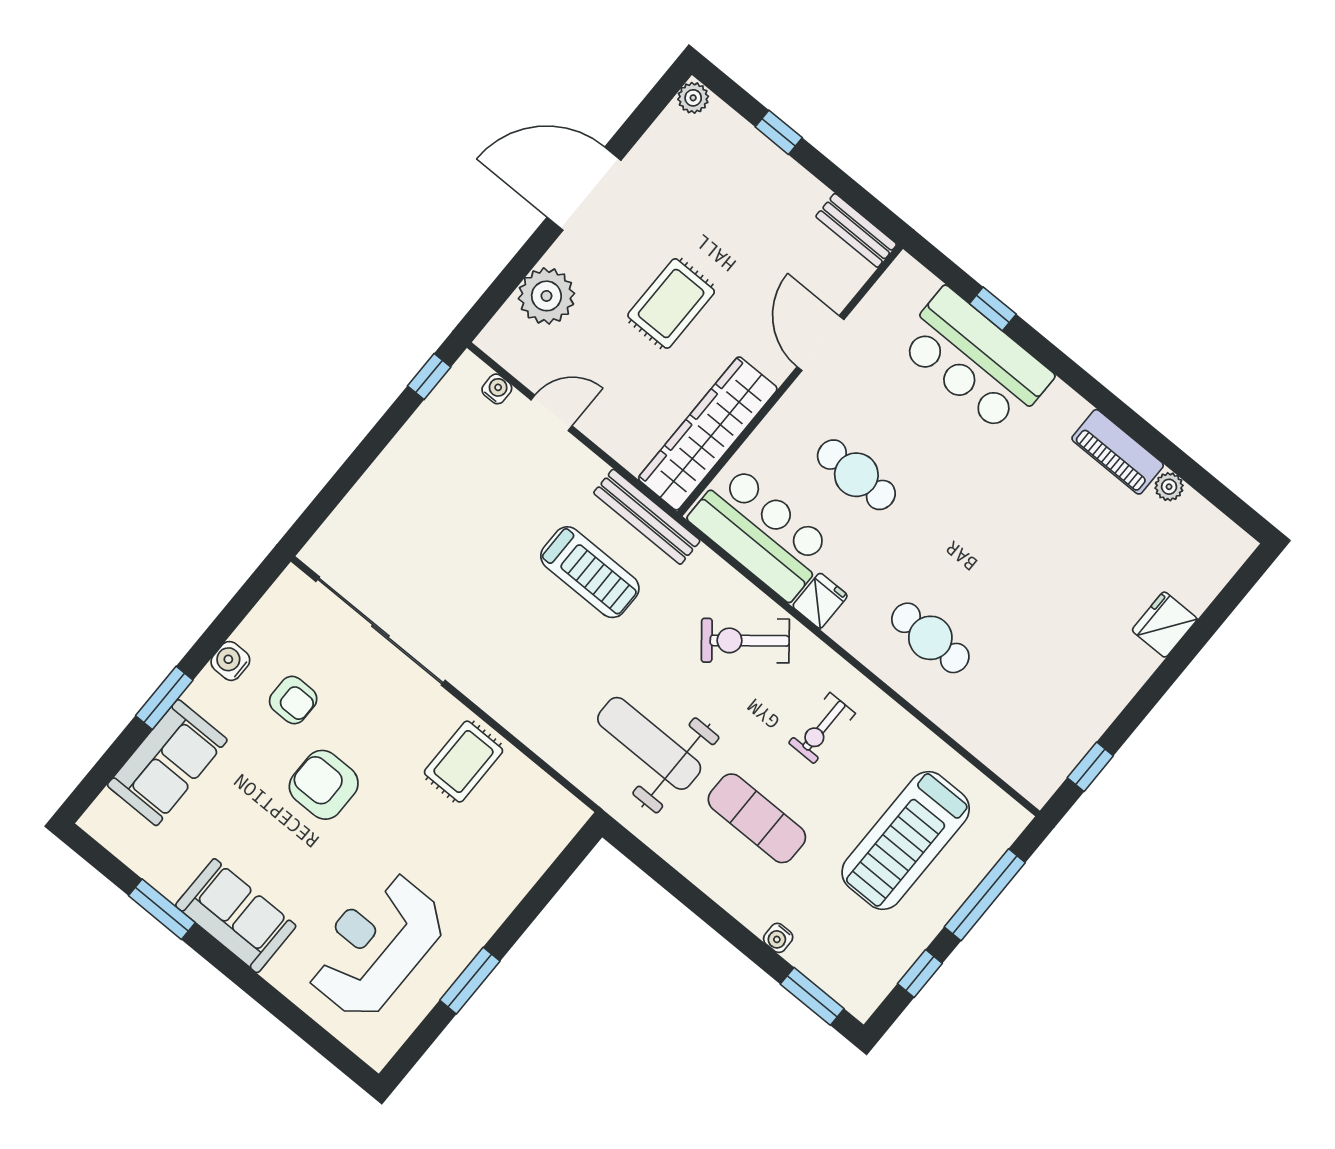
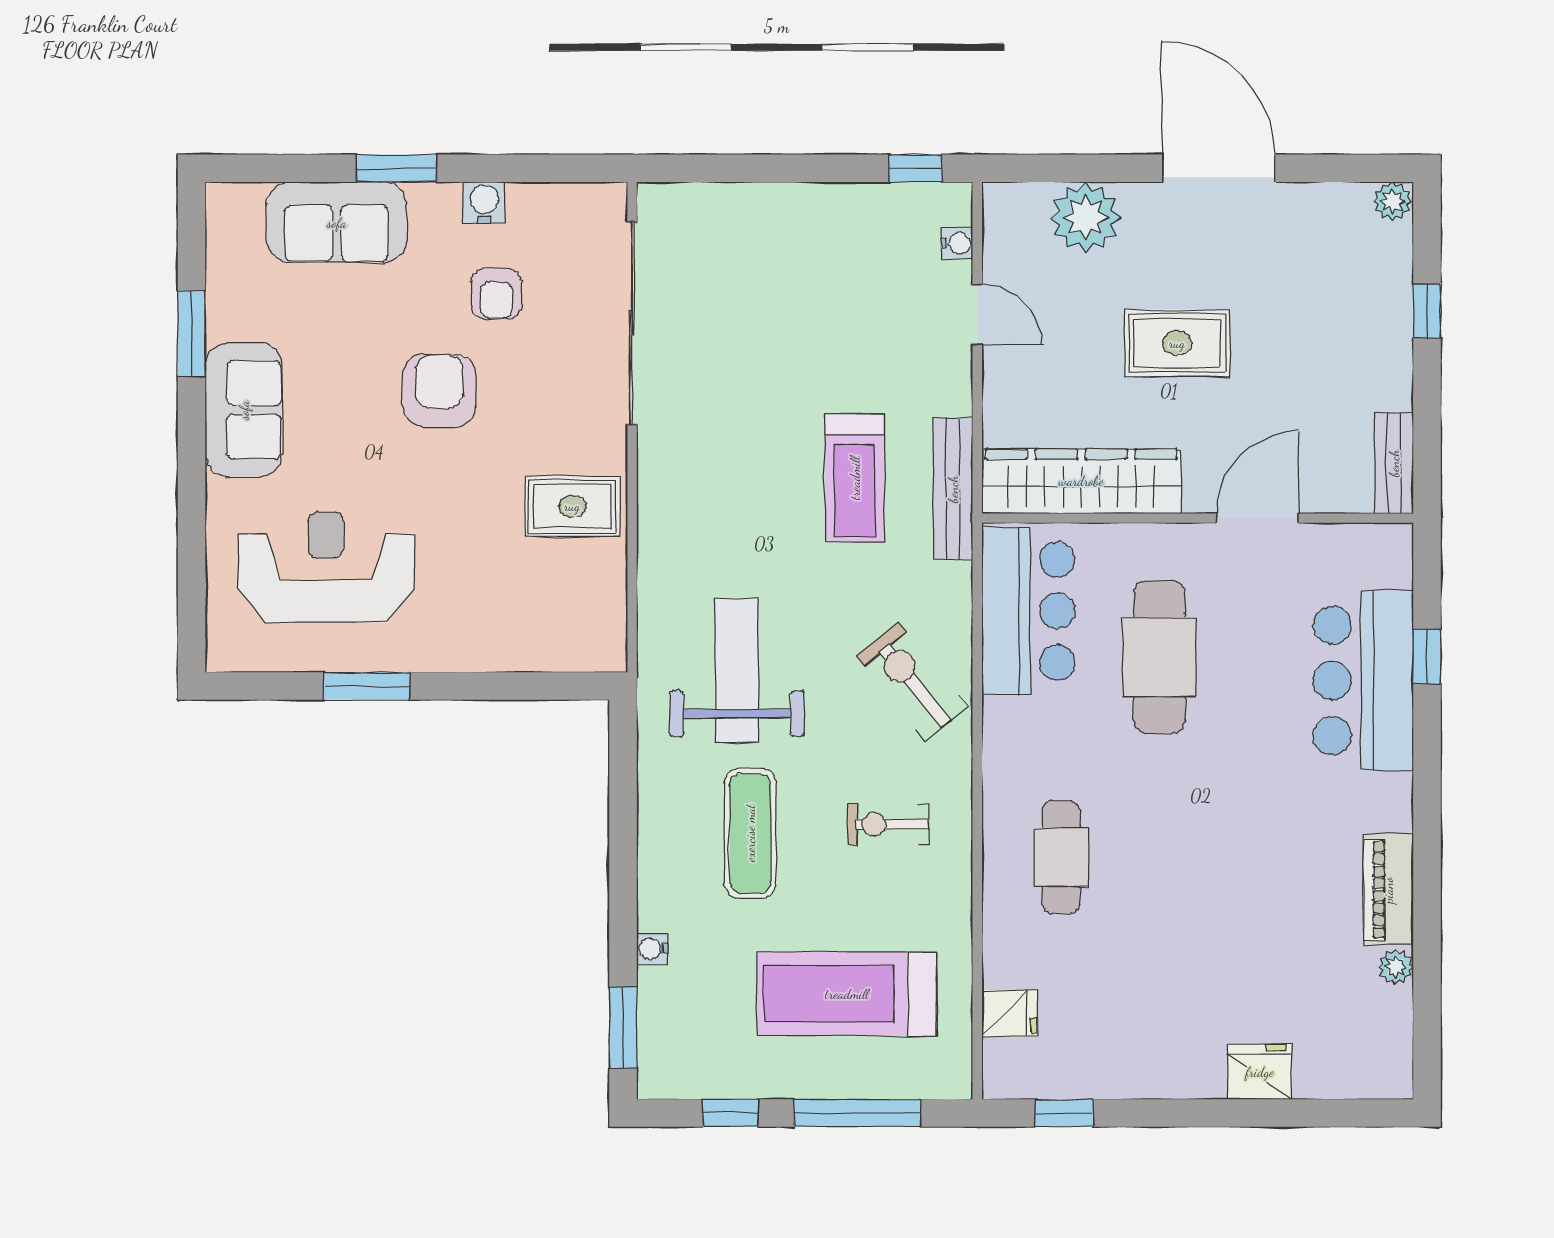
cafe table: (856, 475) -> (1159, 657), width x1.37, depth x1.35
fridge: (820, 601) -> (1009, 1013), moved

